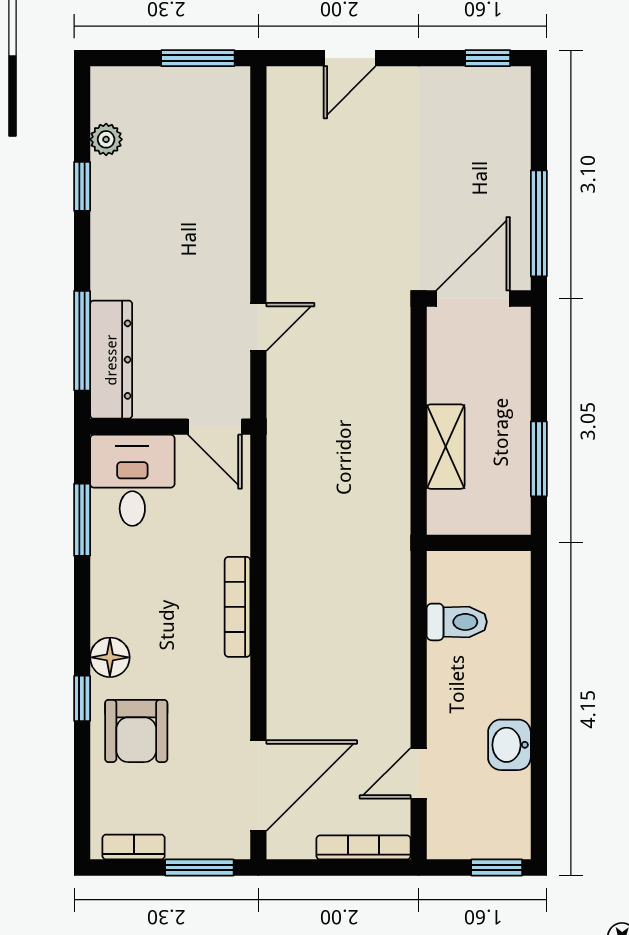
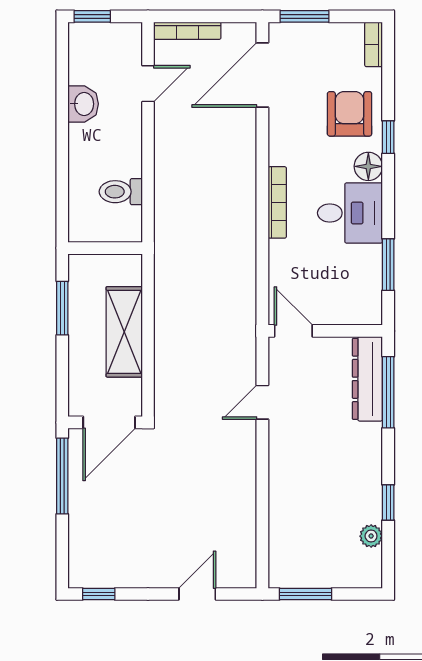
shelving: (446, 447) -> (124, 332), width x1.50, depth x1.33
desk: (132, 480) -> (350, 213), moved, turned -90
bookcase: (134, 847) -> (374, 44), moved, turned 90

